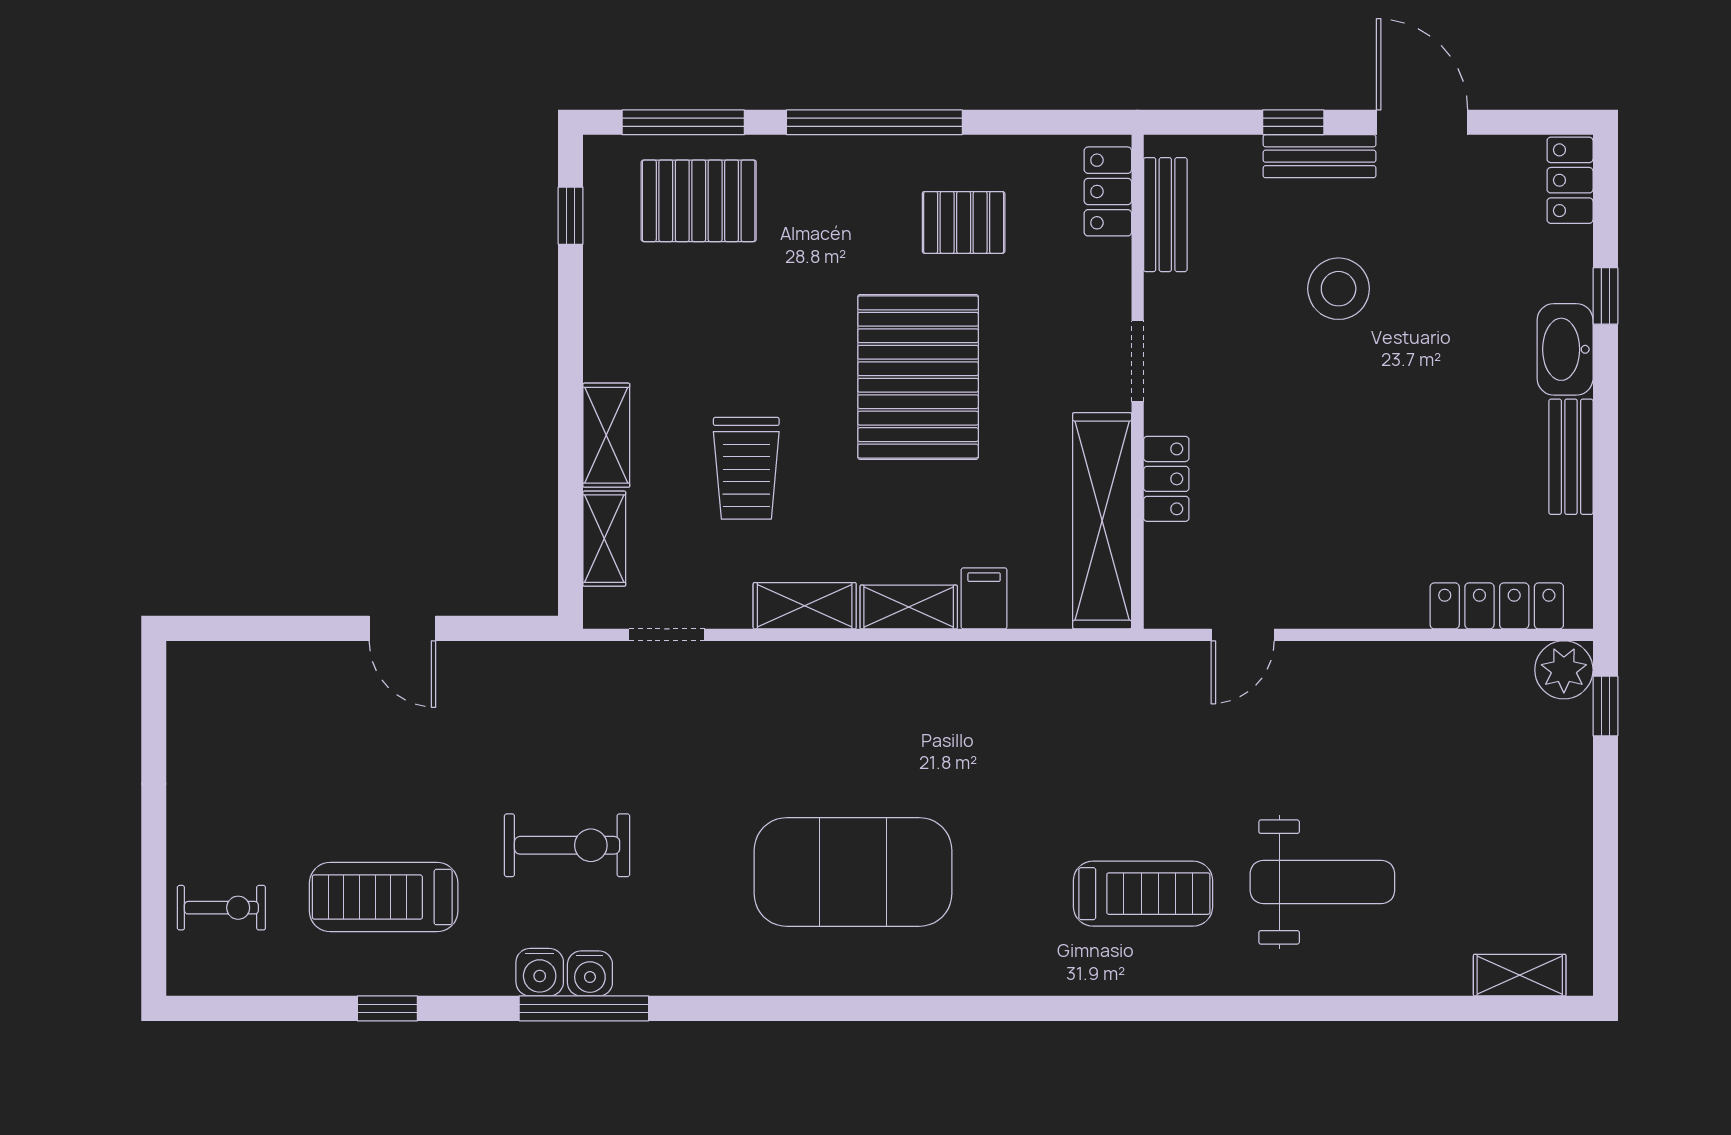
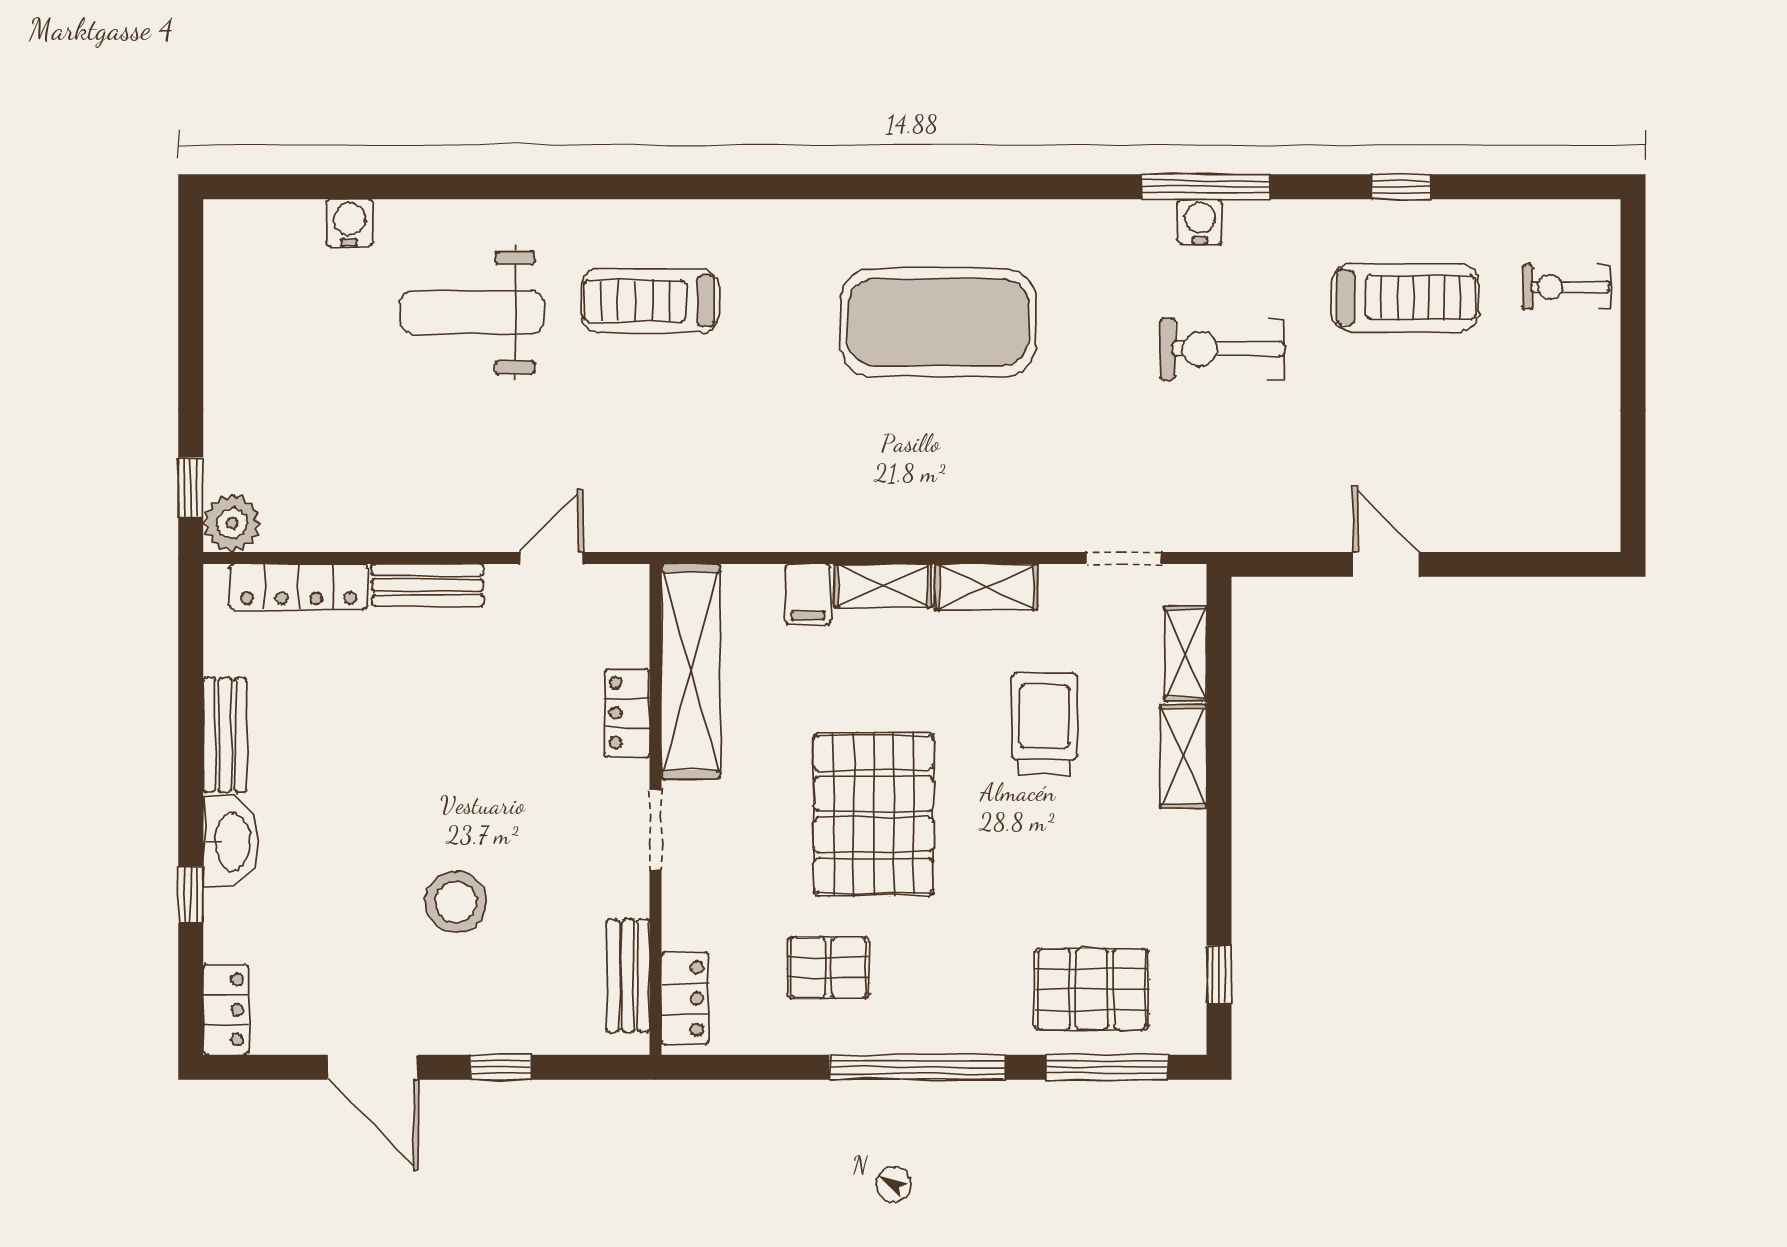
bench: (1320, 156) -> (428, 585), moved
water cooler: (540, 972) -> (349, 223), moved
shelving: (1520, 975) -> (276, 220), removed

